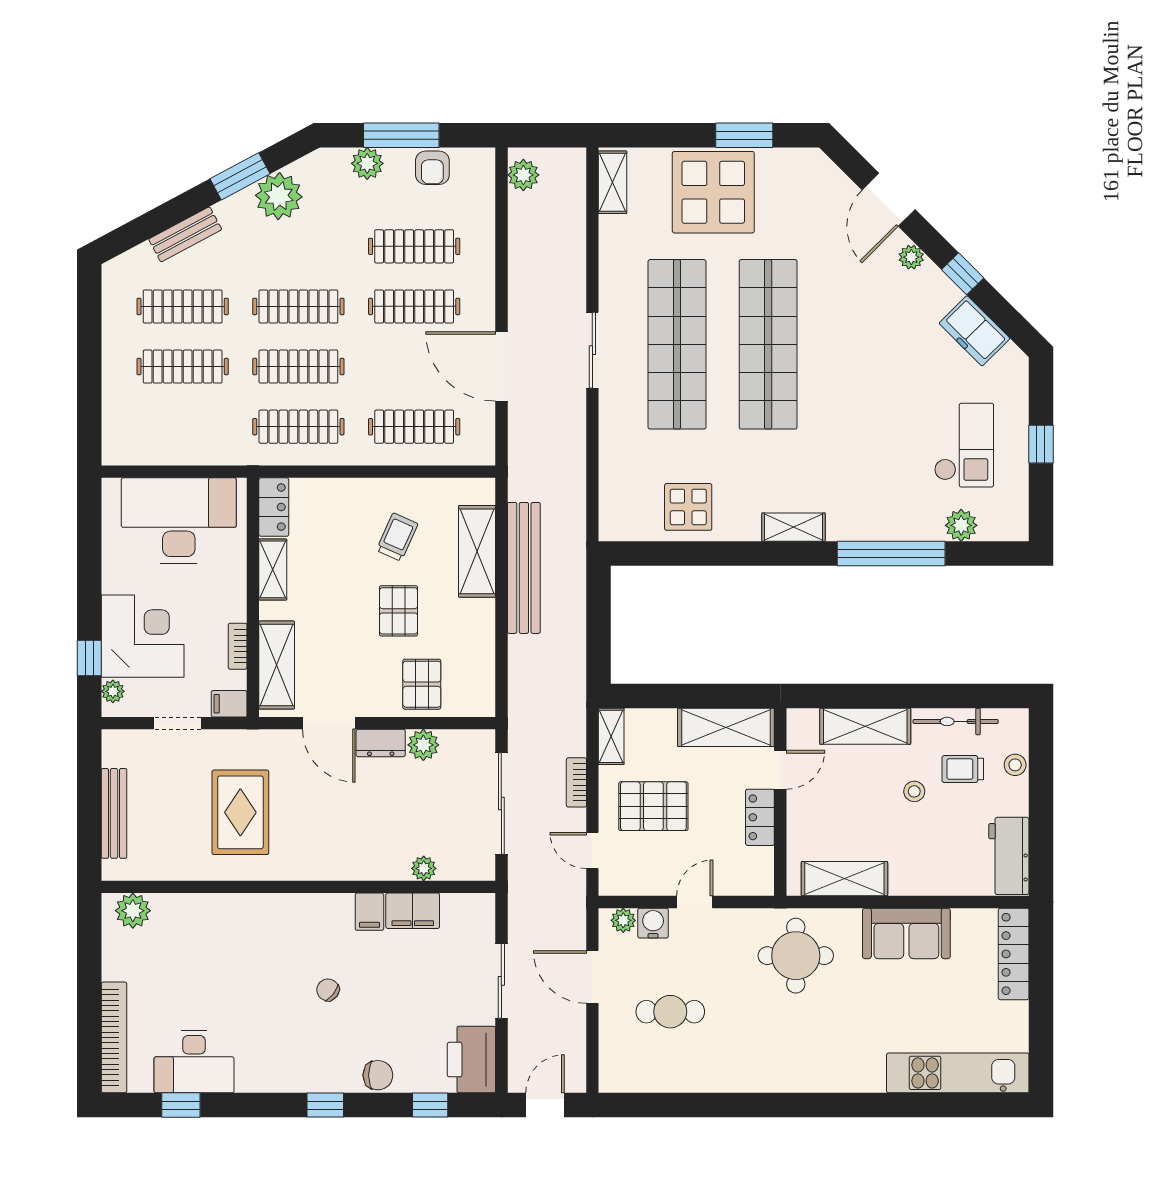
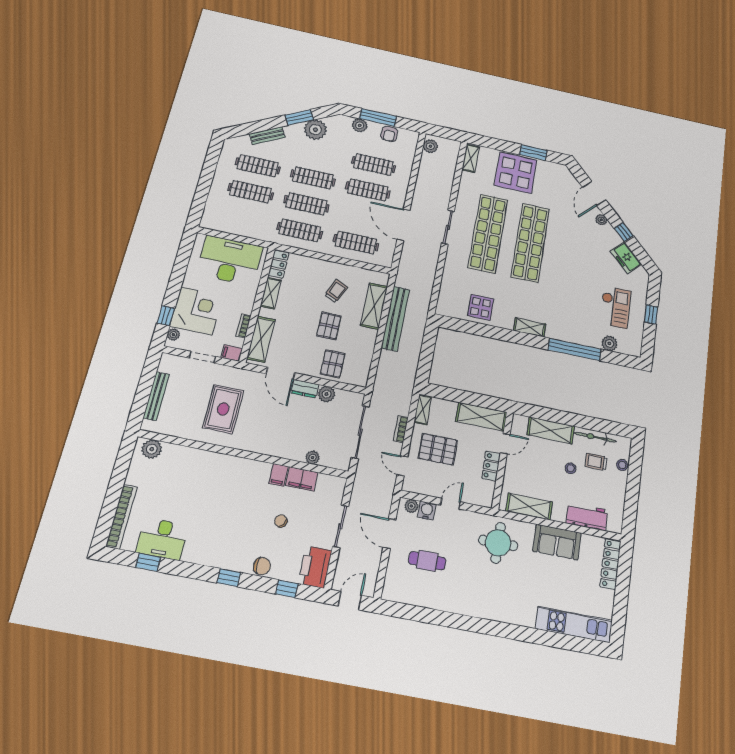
workbench: (1009, 856) -> (587, 517), moved, turned 90
chair: (328, 990) -> (281, 521), moved

